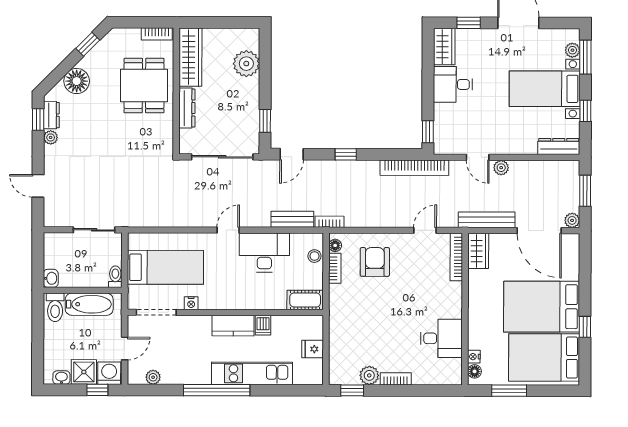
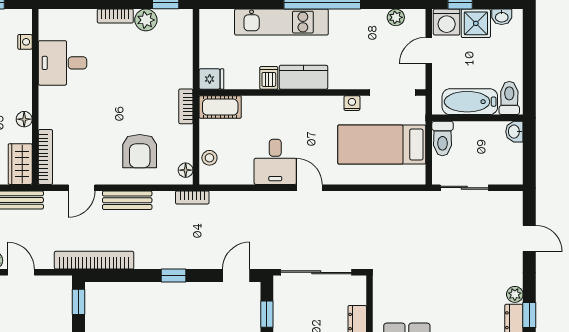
bench: (292, 219) -> (127, 200), moved
door: (228, 230) -> (309, 188), swing flipped
desk: (264, 252) -> (275, 162), width x0.73
bookcase: (335, 268) -> (186, 106), moved
toilet: (115, 277) -> (442, 138), width x1.37, depth x1.39
fridge: (313, 349) -> (211, 79), moved
floor lamp: (475, 371) -> (24, 119), moved

